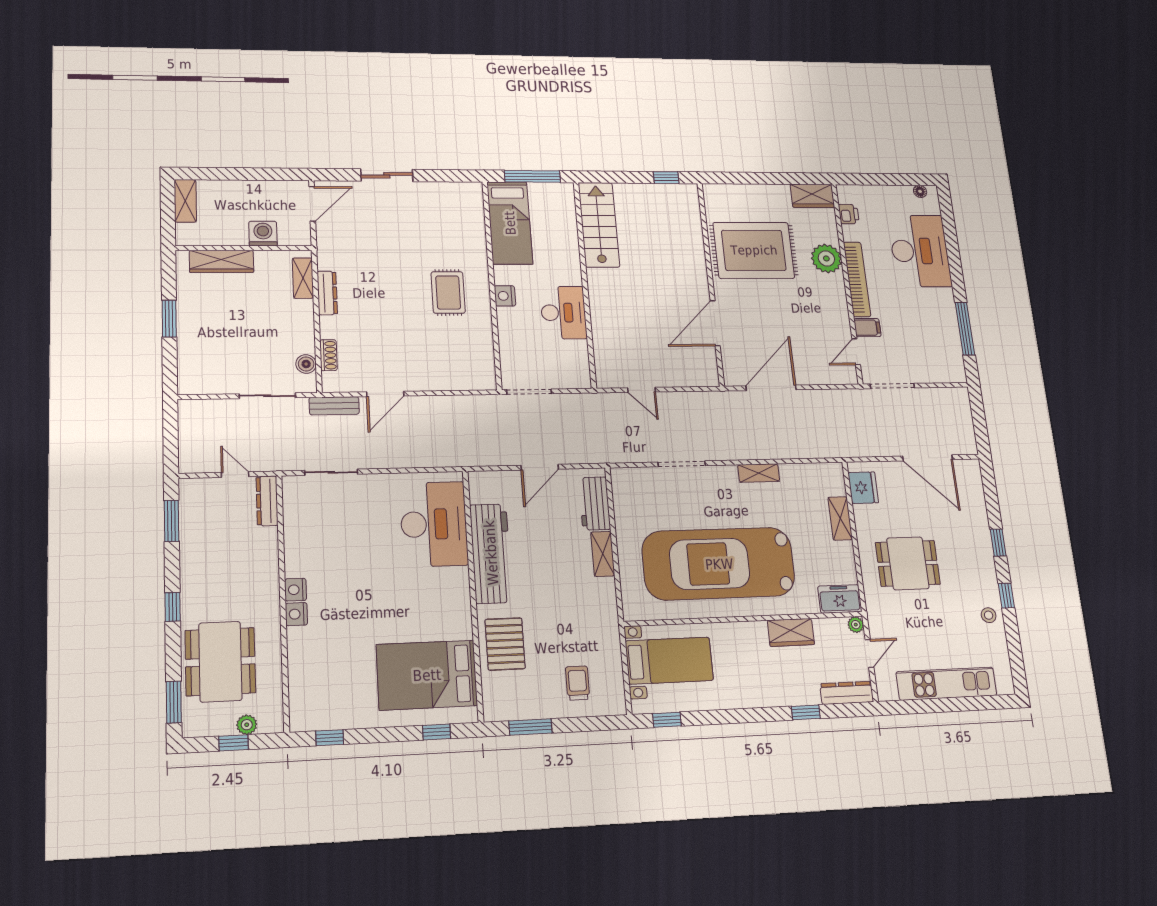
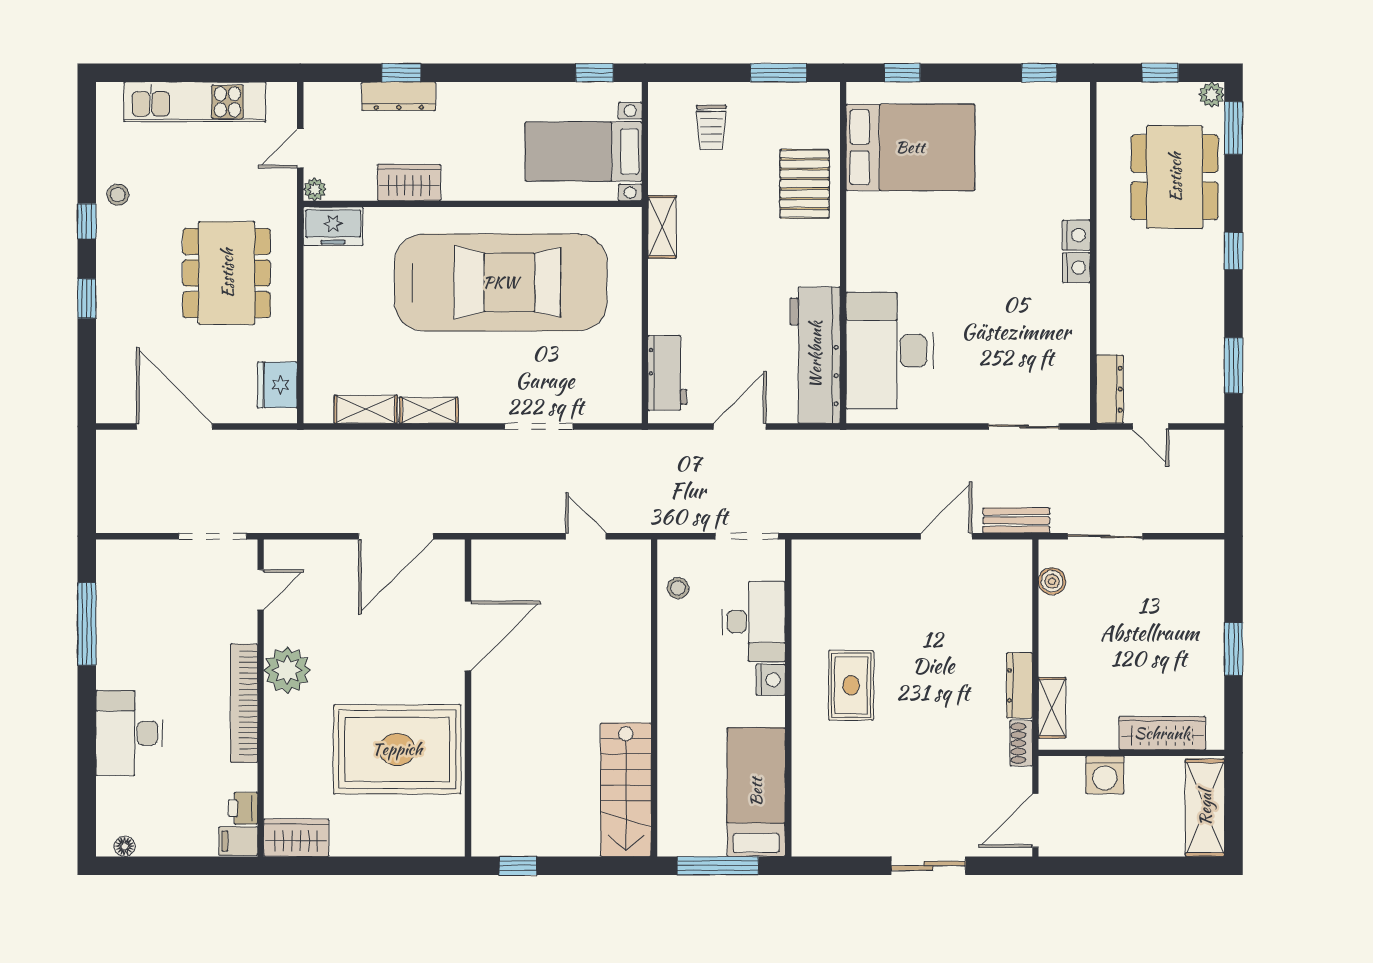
shelving: (185, 201) -> (1205, 808), width x1.50, depth x1.33
desk: (920, 251) -> (129, 733), width x0.73, depth x0.77
plant: (826, 258) -> (287, 670), moved
desk: (563, 313) -> (754, 622), moved, turned 180
filing cabinet: (867, 328) -> (238, 841), moved
shoe rack: (328, 355) -> (1021, 743), moved
stool: (575, 356) -> (678, 588), added
shelving: (840, 518) -> (366, 409), moved, turned 90
workbench: (491, 553) -> (815, 355), moved
shelving: (603, 554) -> (662, 227), moved
dining table: (908, 563) -> (227, 273), width x1.38
dresser: (847, 693) -> (399, 96), moved
plant: (247, 725) -> (1212, 95), moved

